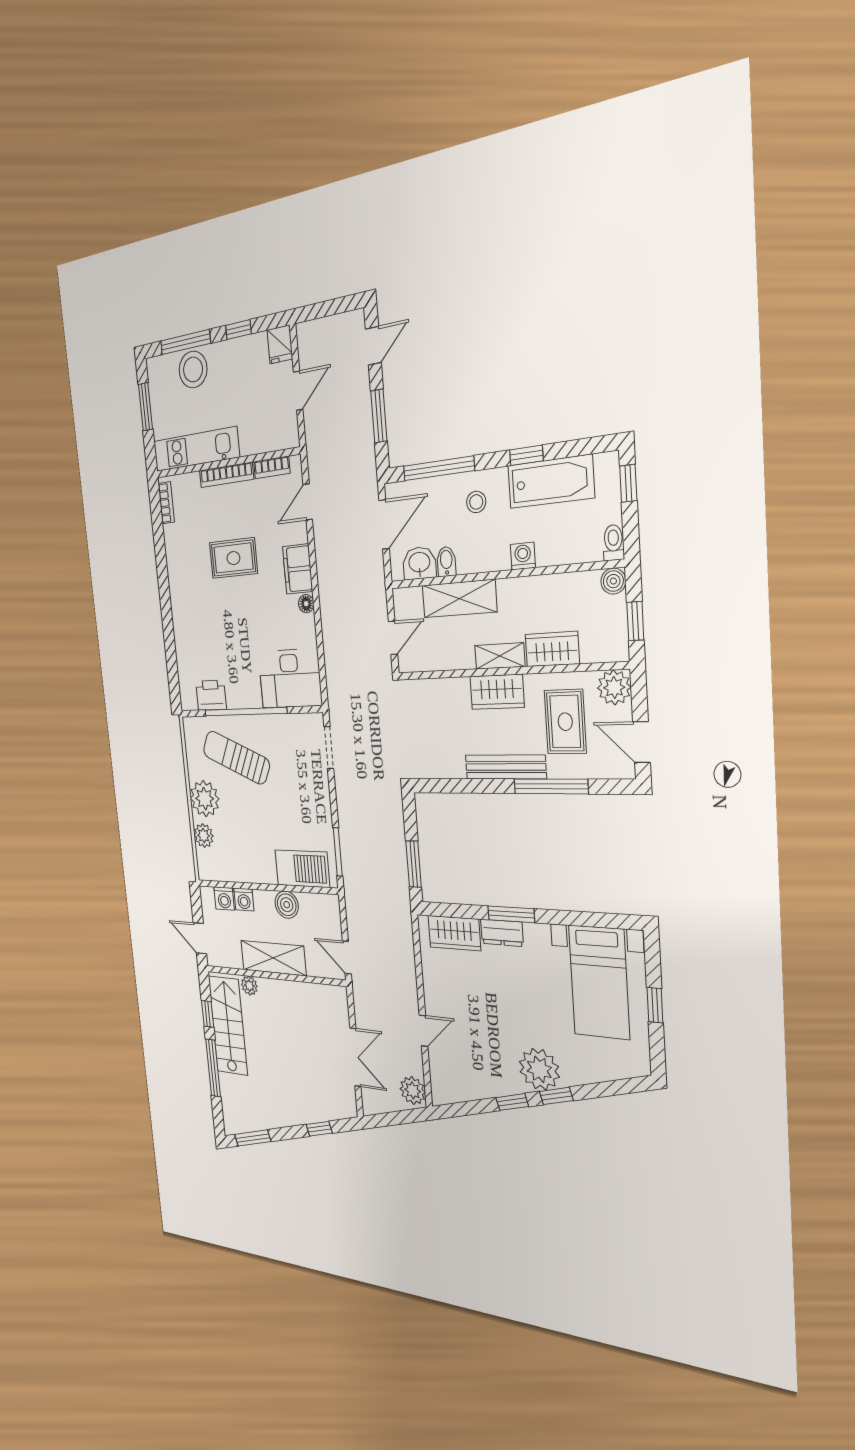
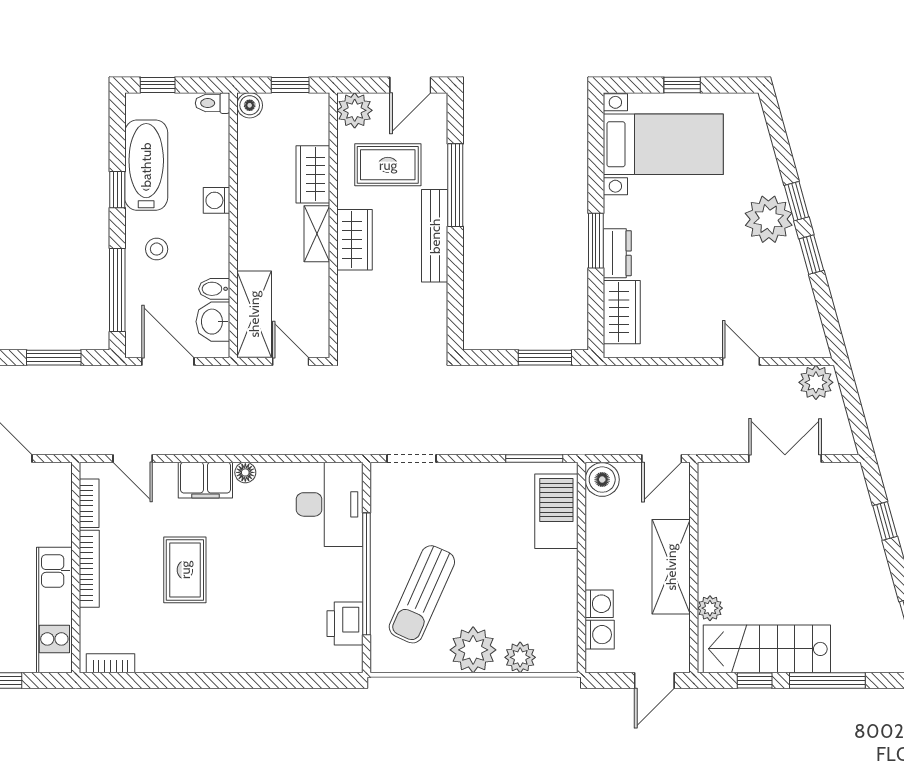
shelving: (459, 599) -> (254, 314), moved
boiler: (287, 905) -> (602, 480), moved

